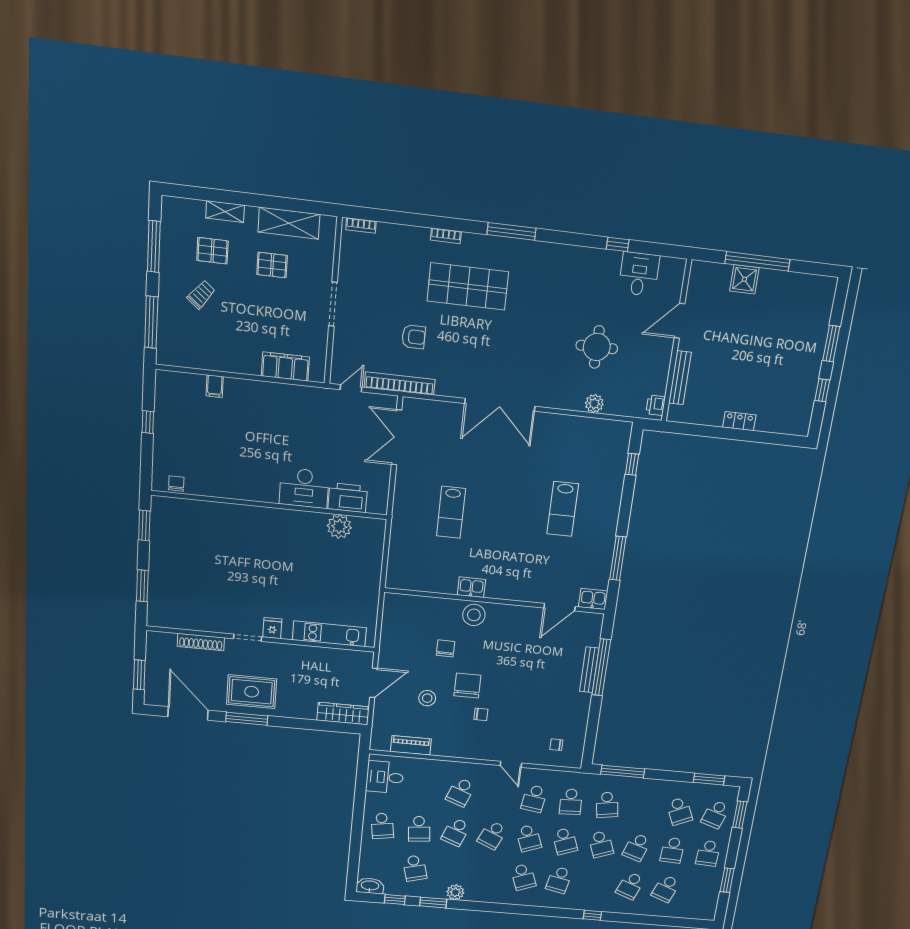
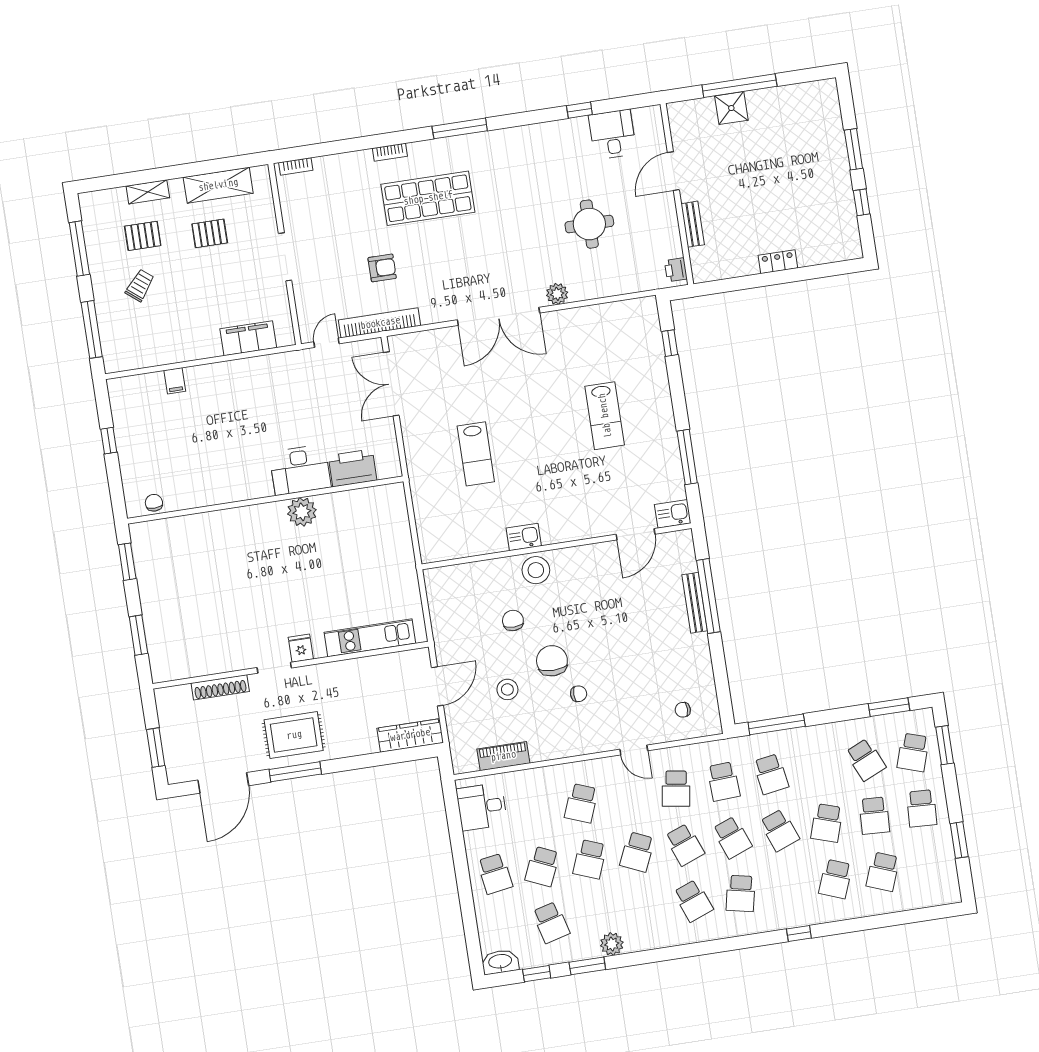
bench: (680, 378) -> (693, 224), width x0.73
plant: (594, 404) -> (557, 294), moved
plant: (339, 527) -> (302, 512), moved
door: (188, 713) -> (223, 783), swing flipped
school desk: (419, 829) -> (542, 866), turned 30

